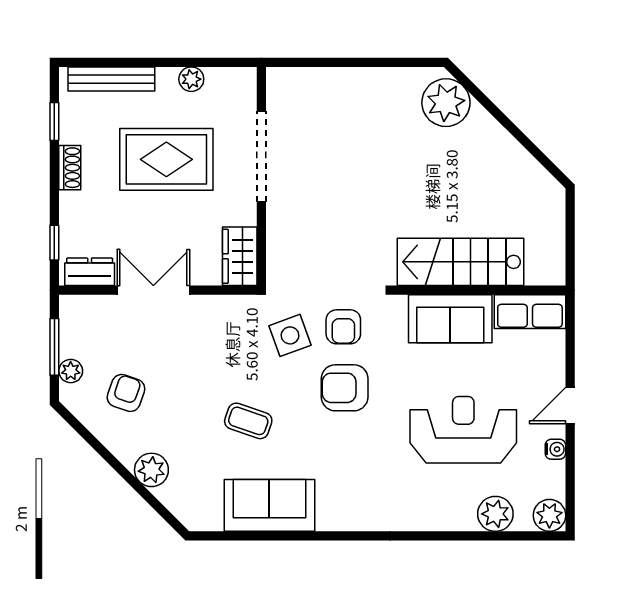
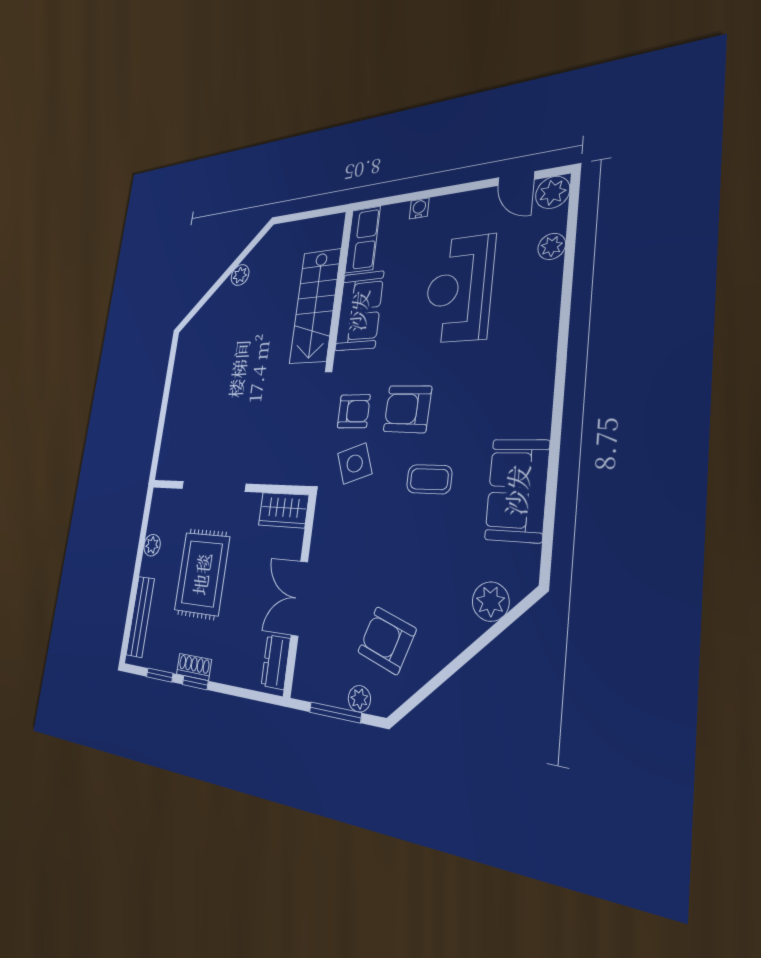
plant: (446, 103) -> (240, 275), moved, width x0.53, depth x0.53
window: (54, 243) -> (195, 683), moved
armchair: (345, 388) -> (407, 409), turned 92
armchair: (126, 393) -> (387, 641), width x1.38, depth x1.38
door: (570, 406) -> (516, 179), moved
coffee table: (248, 421) -> (429, 479), moved, turned 71
water cooler: (555, 449) -> (419, 208), moved
plant: (151, 470) -> (491, 602), moved
plant: (495, 514) -> (552, 246), width x0.73, depth x0.73

